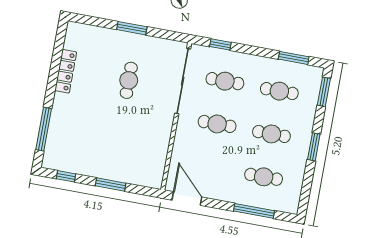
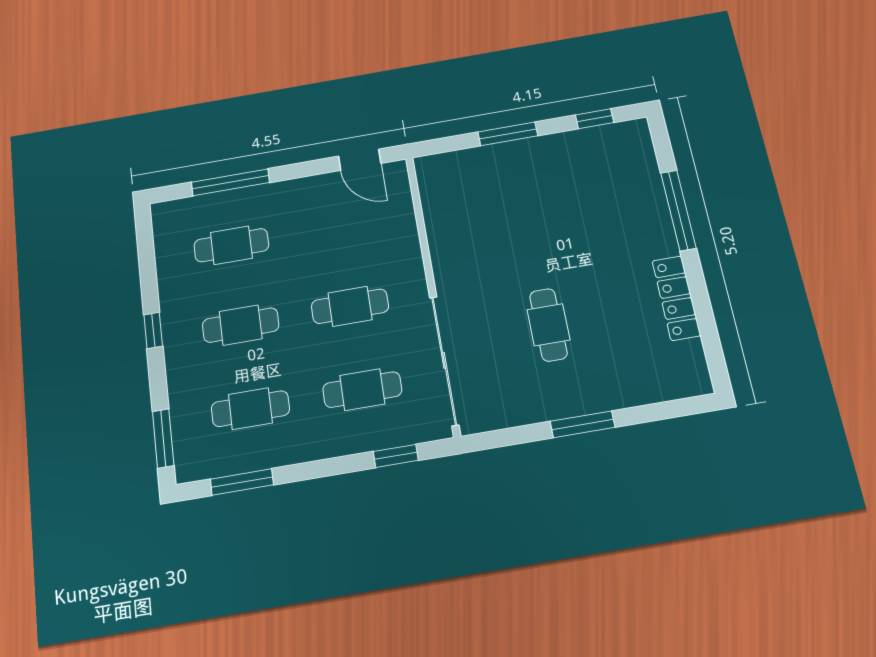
window: (44, 129) -> (678, 210), moved
window: (314, 147) -> (153, 330), width x0.67
door: (187, 199) -> (360, 160), width x0.73

